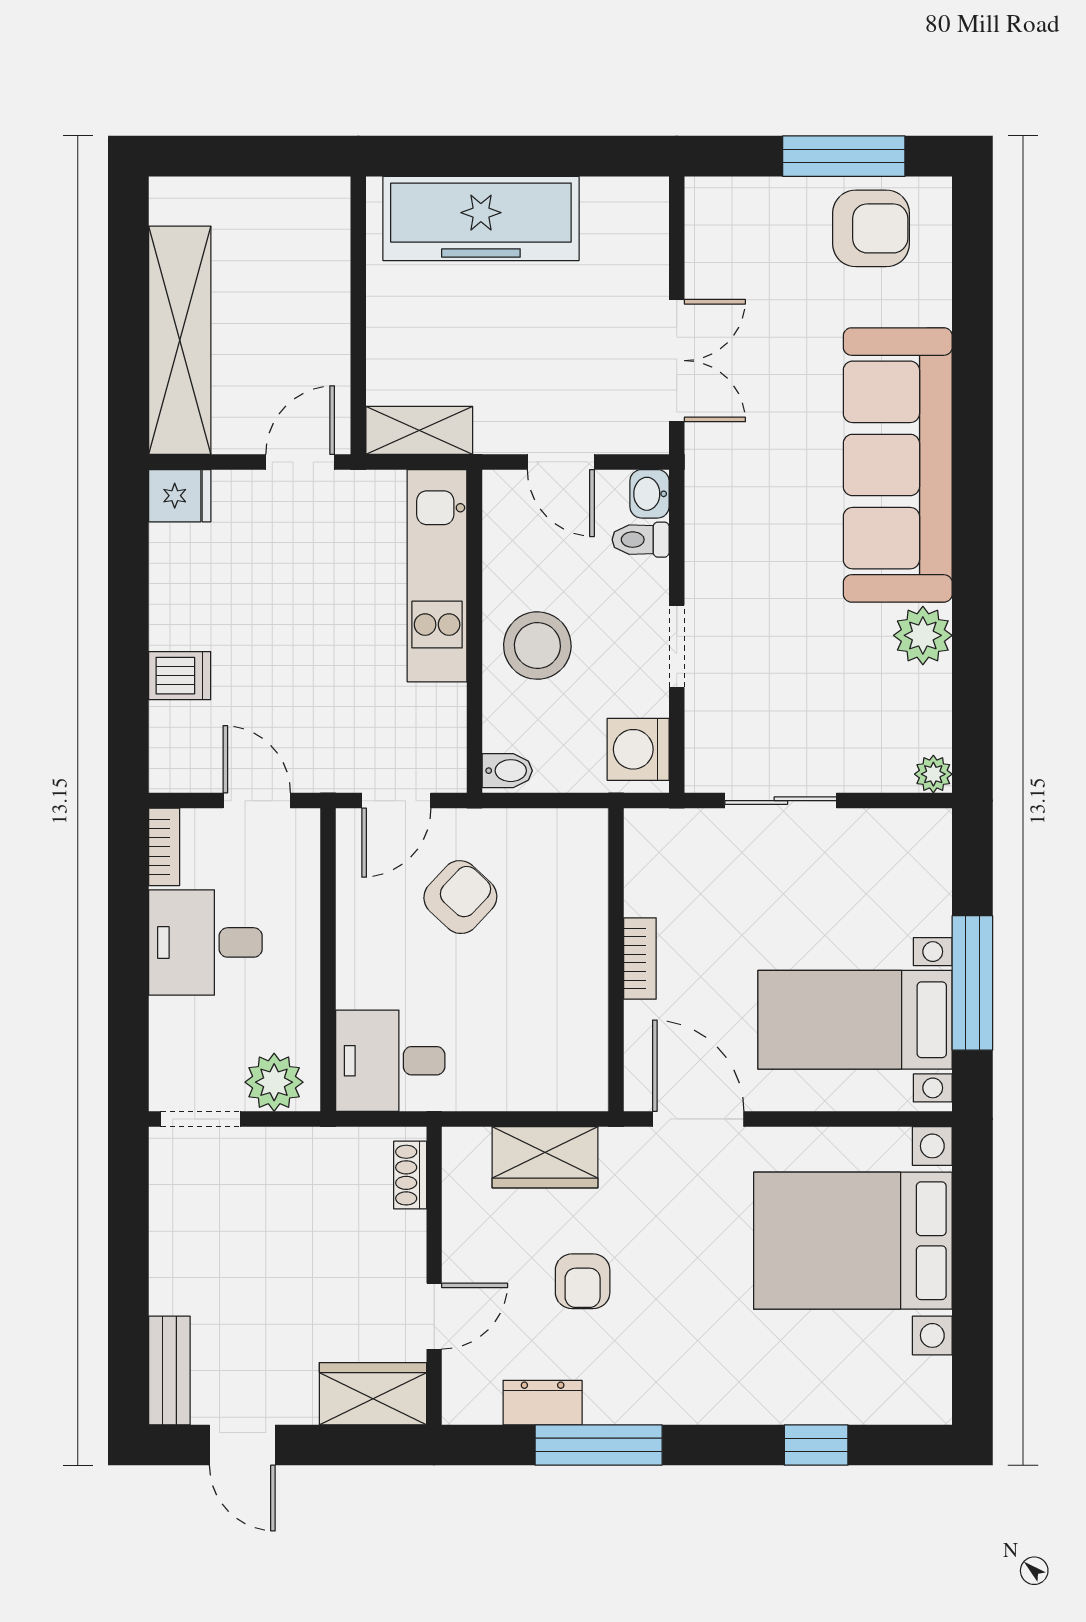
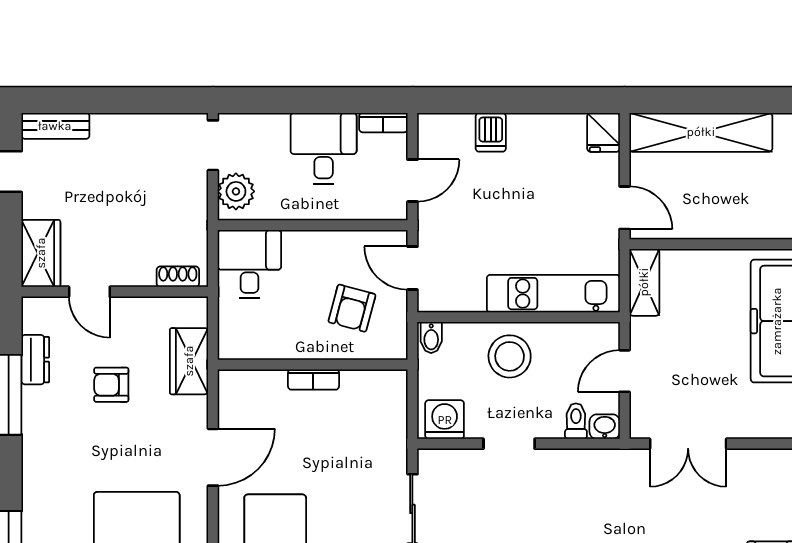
armchair: (460, 897) -> (352, 308), turned 62
bookcase: (640, 959) -> (313, 380), moved
wall: (616, 960) -> (313, 365), moved

